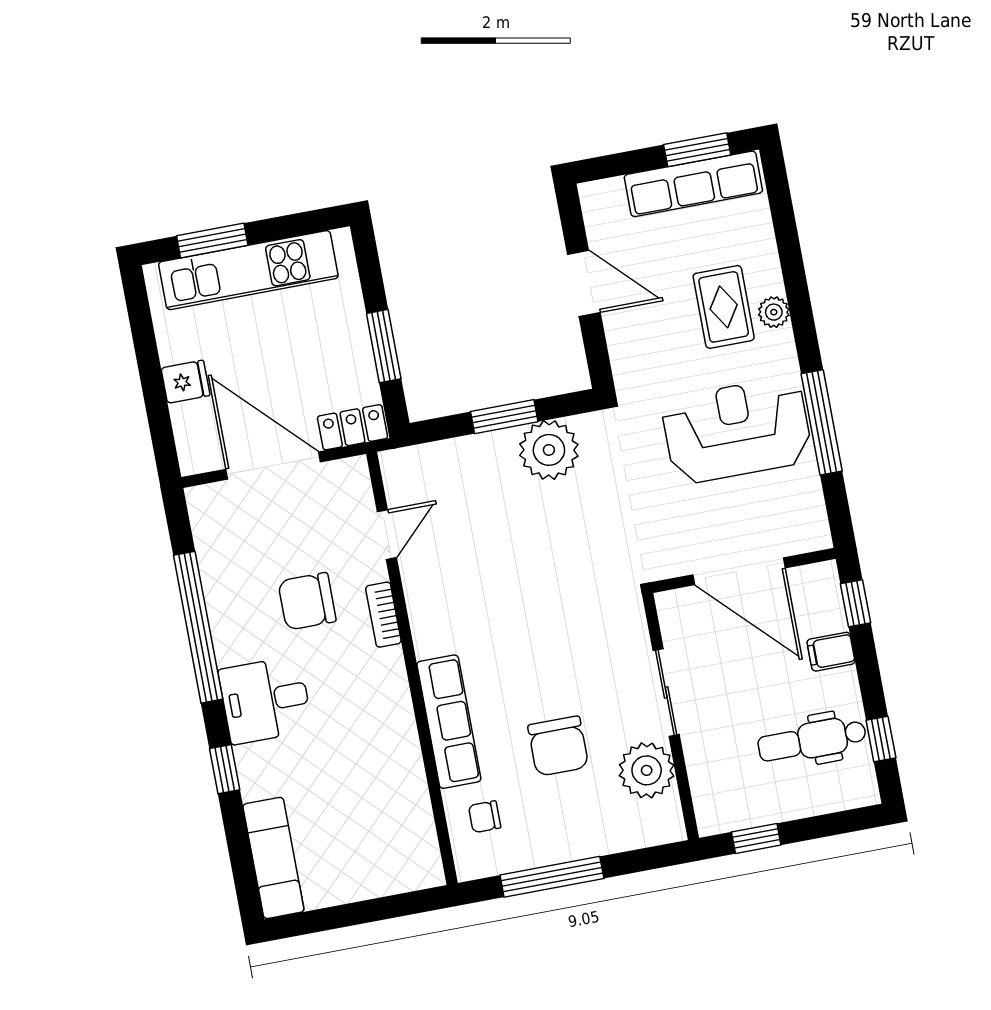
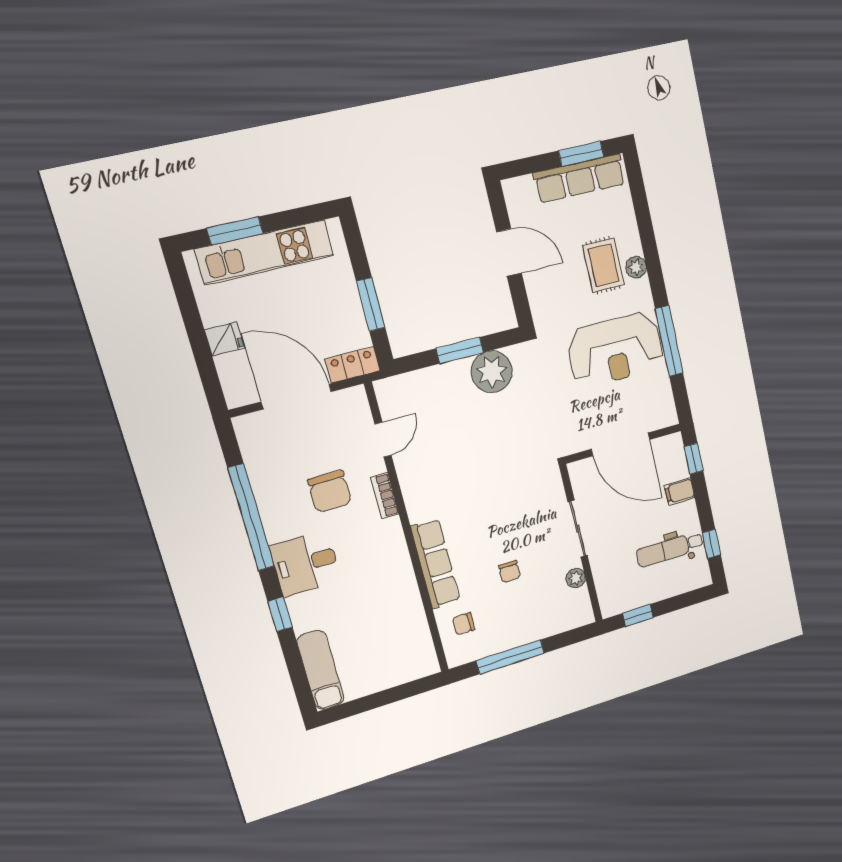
reception desk: (737, 430) -> (615, 350), turned 180
chair: (307, 601) -> (330, 491), turned -90
chair: (558, 746) -> (510, 572), width x0.54, depth x0.54
plant: (647, 770) -> (576, 578), width x0.53, depth x0.53

